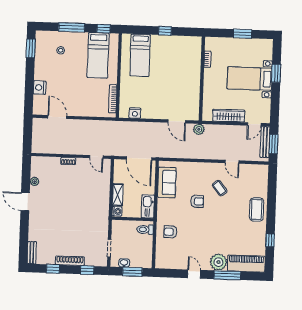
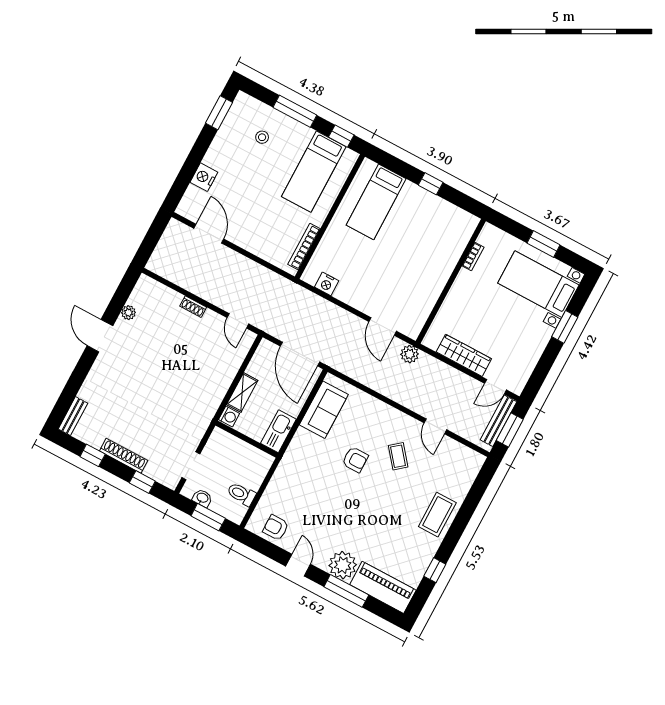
bed with nightstands: (250, 79) -> (538, 284), moved
toilet: (145, 230) -> (241, 494), moved
armchair: (170, 232) -> (276, 528), moved

